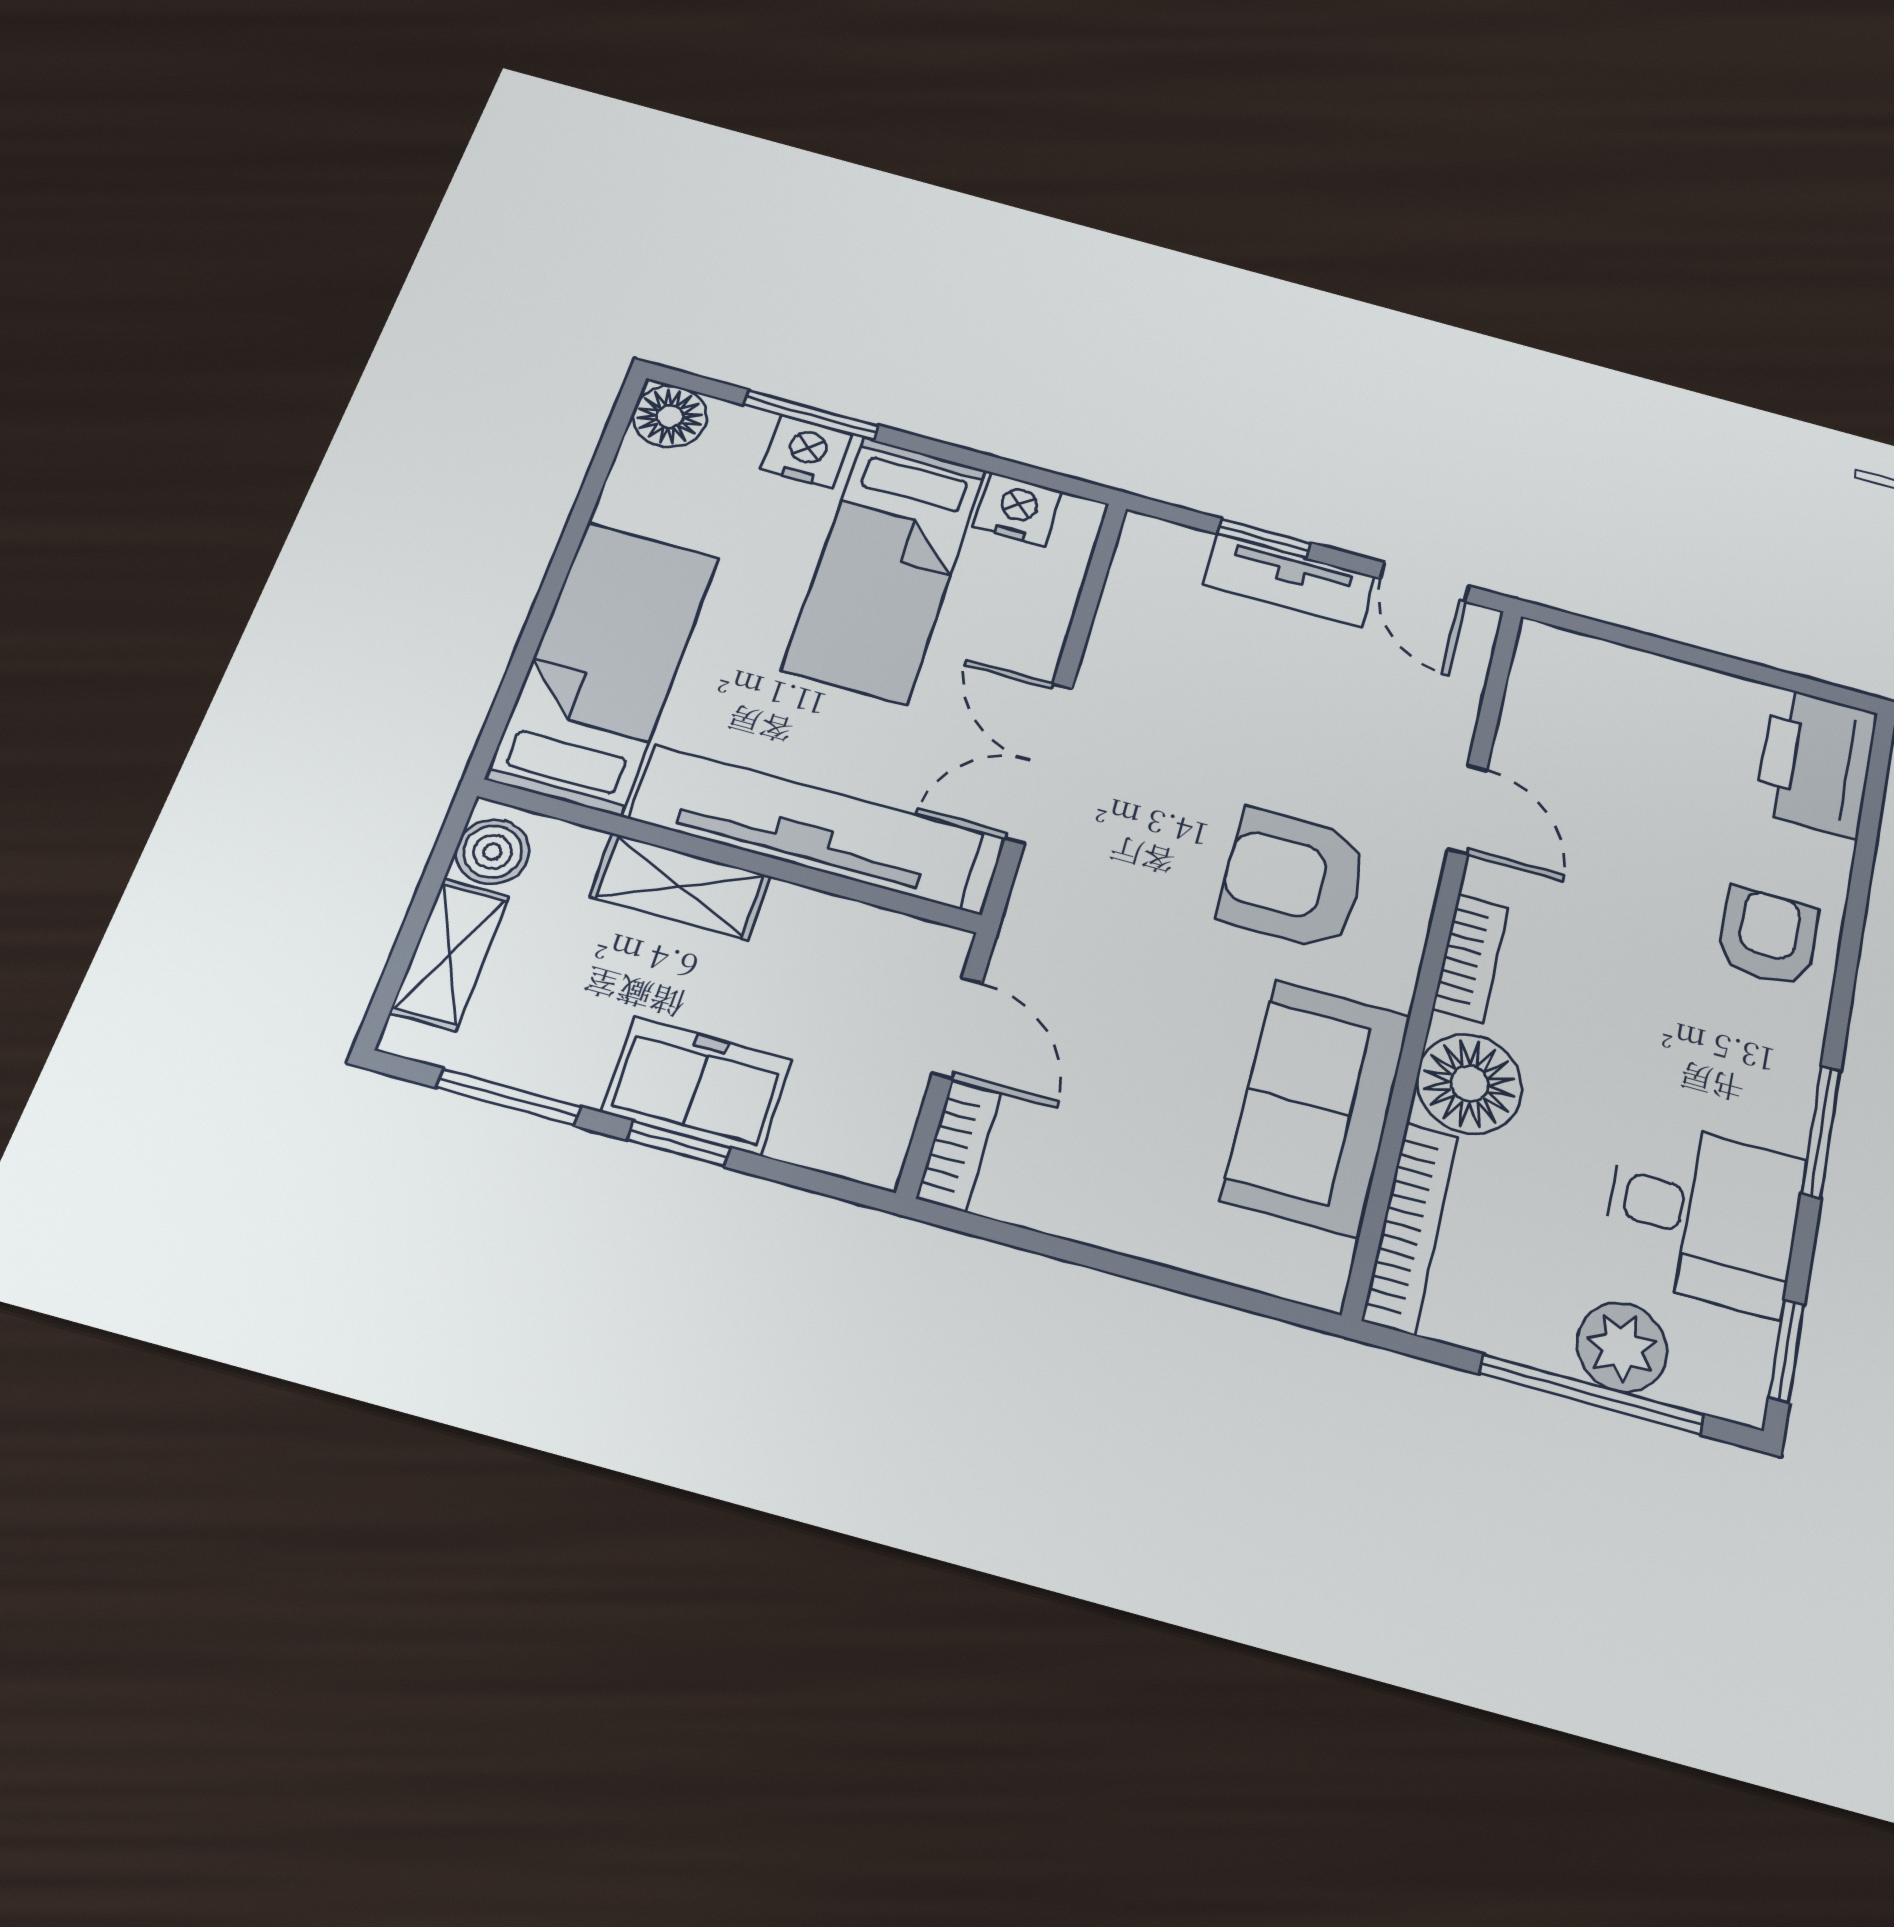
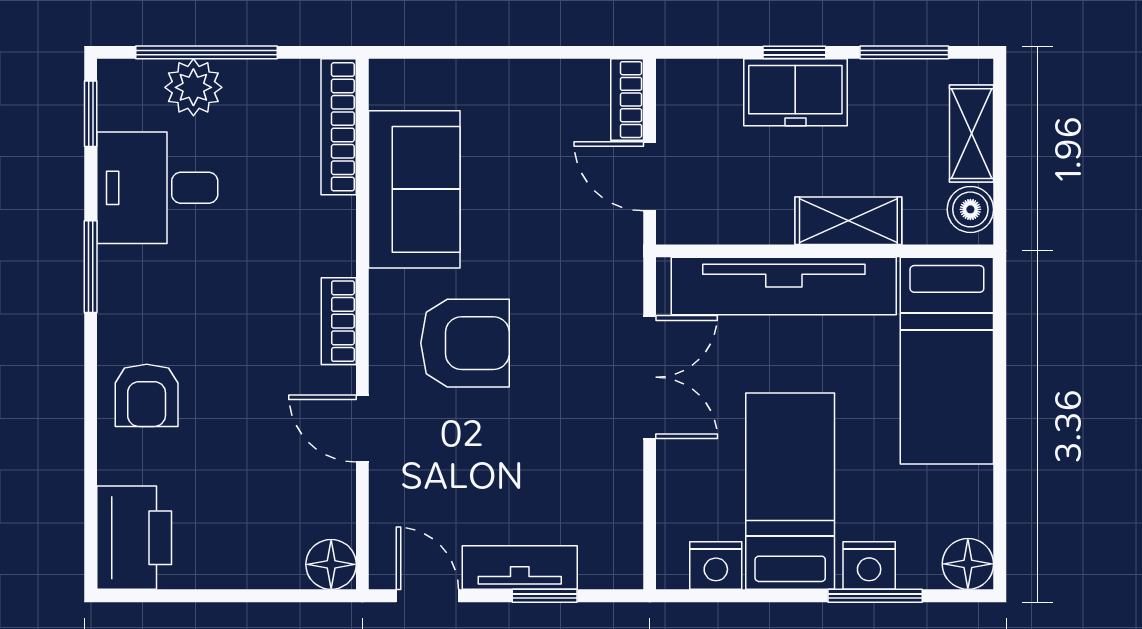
floor lamp: (1469, 1084) -> (331, 564), moved, width x0.73, depth x0.73

